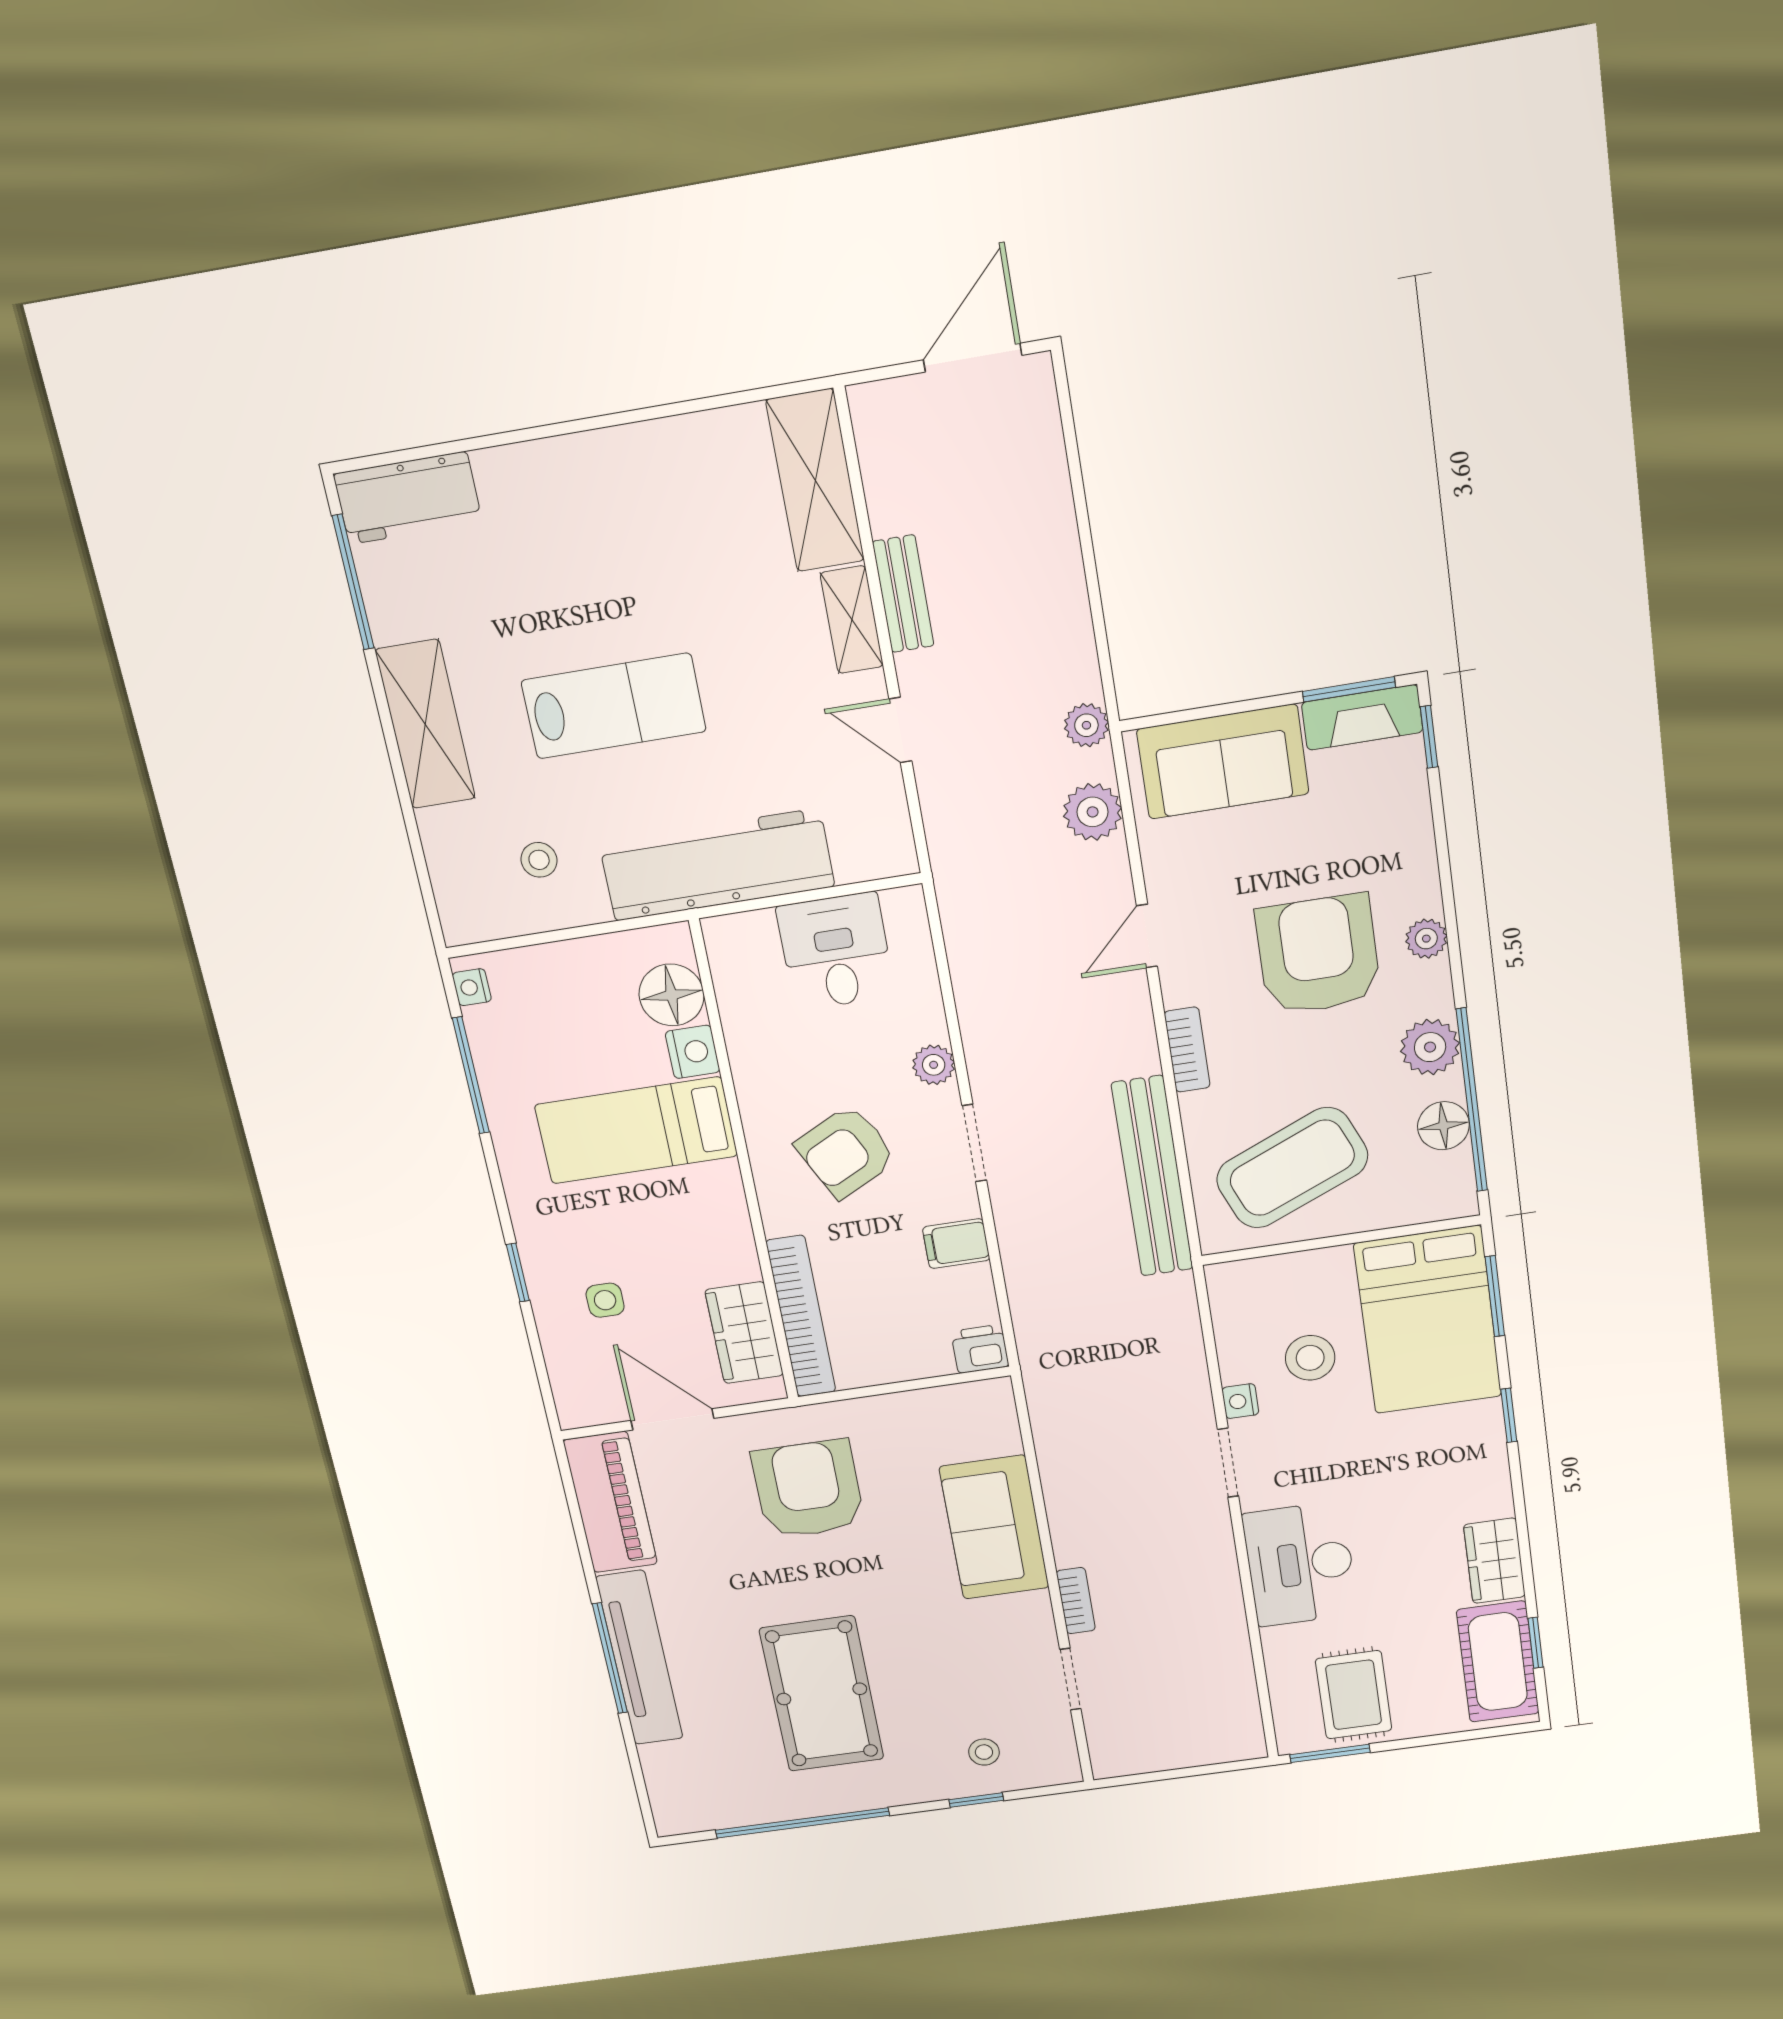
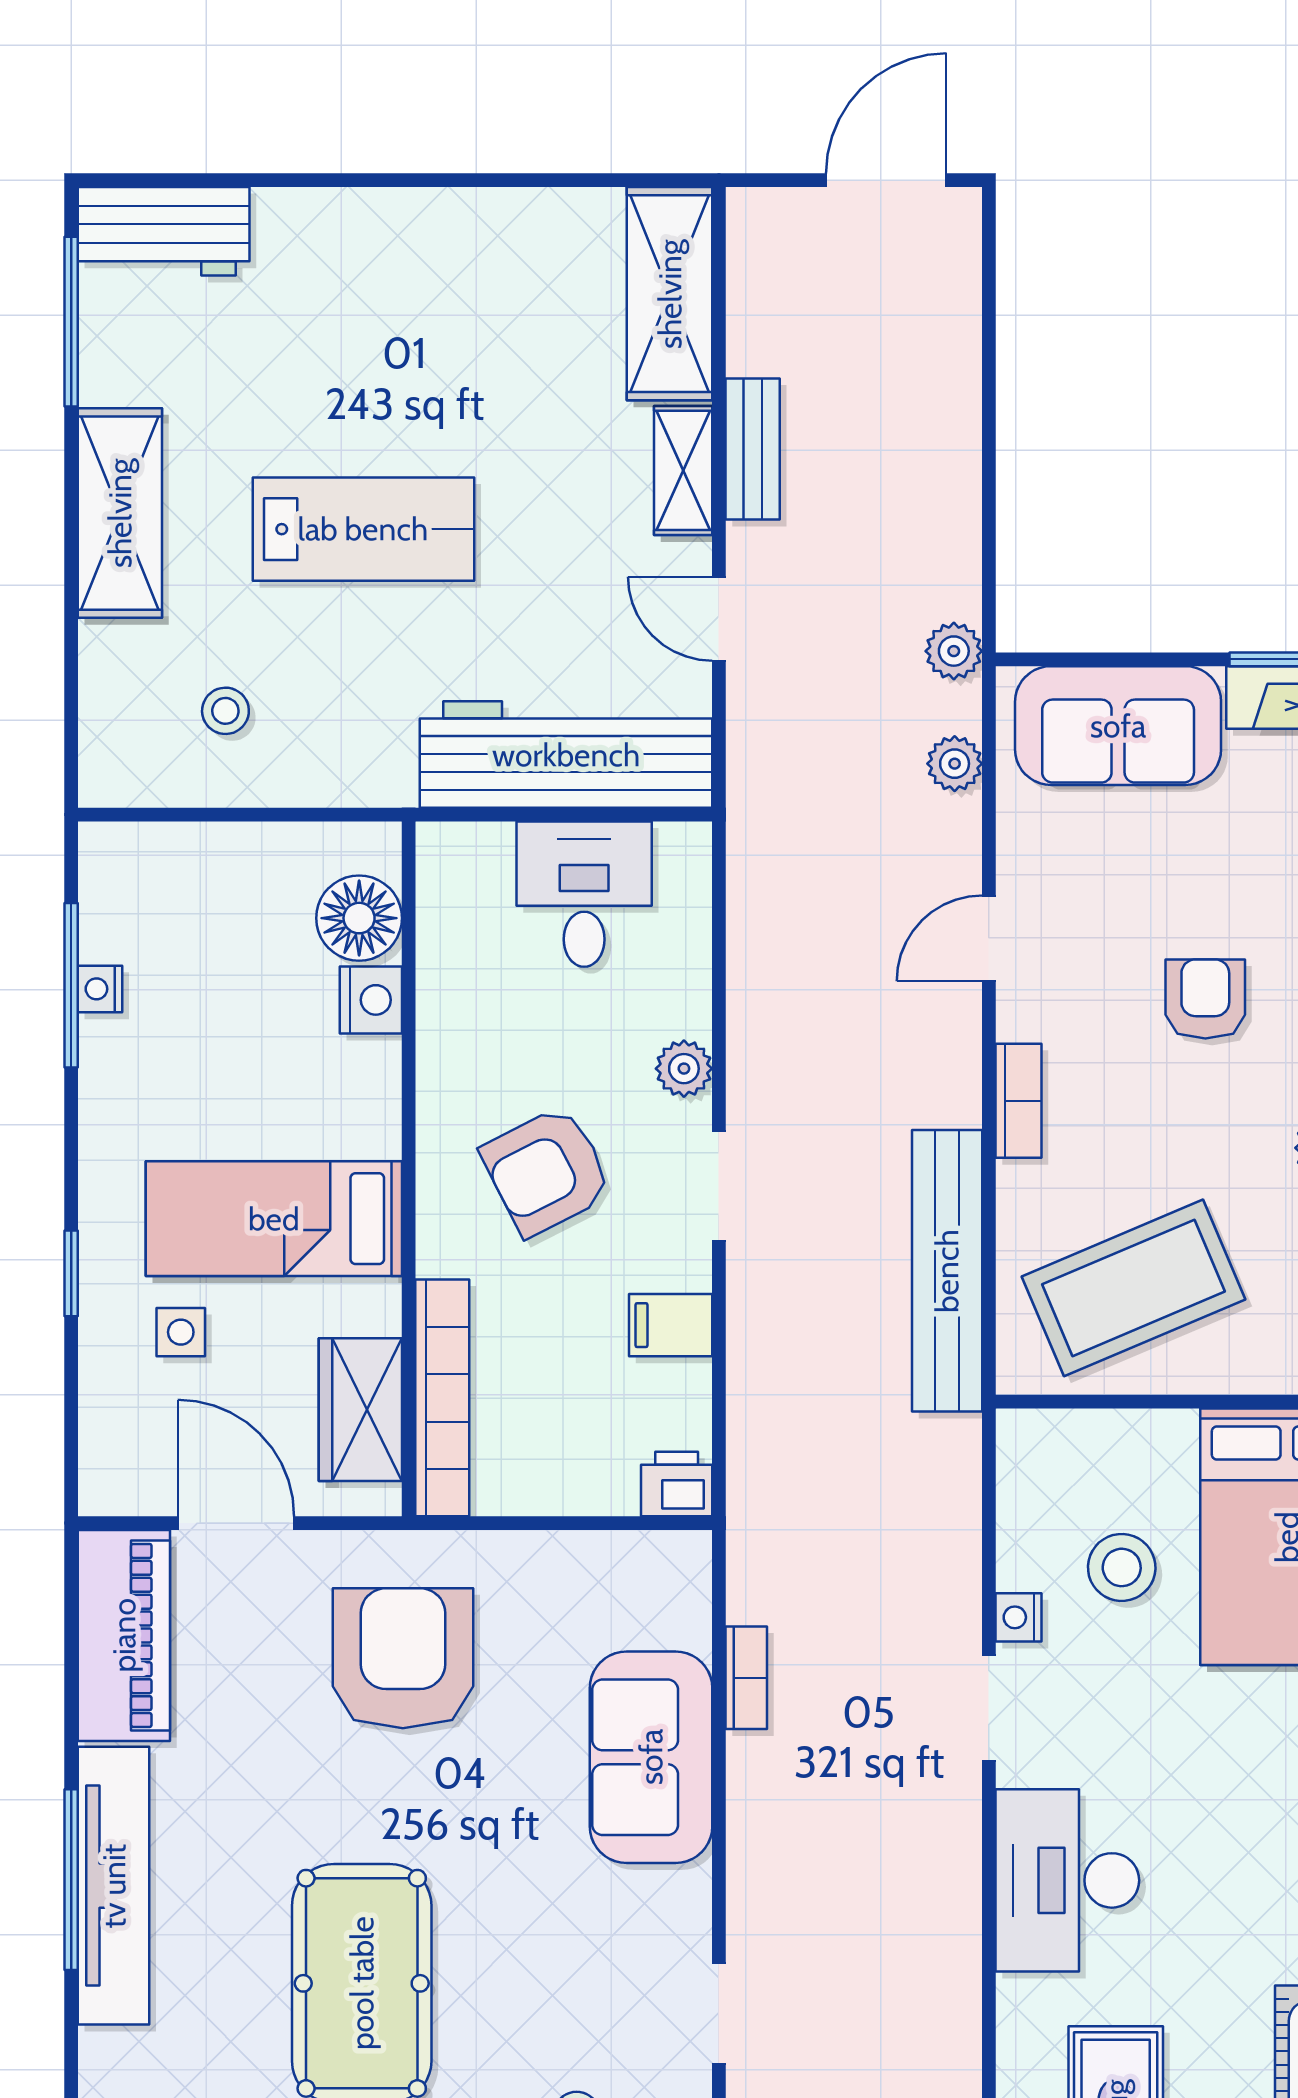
plant: (1093, 812) -> (955, 764), width x0.73, depth x0.73
workbench: (717, 865) -> (566, 755), moved
armchair: (1318, 955) -> (1205, 999), width x0.53, depth x0.53
nightstand: (472, 987) -> (100, 989), moved
bed: (636, 1130) -> (274, 1219), moved
bookcase: (1076, 1601) -> (746, 1678), moved

